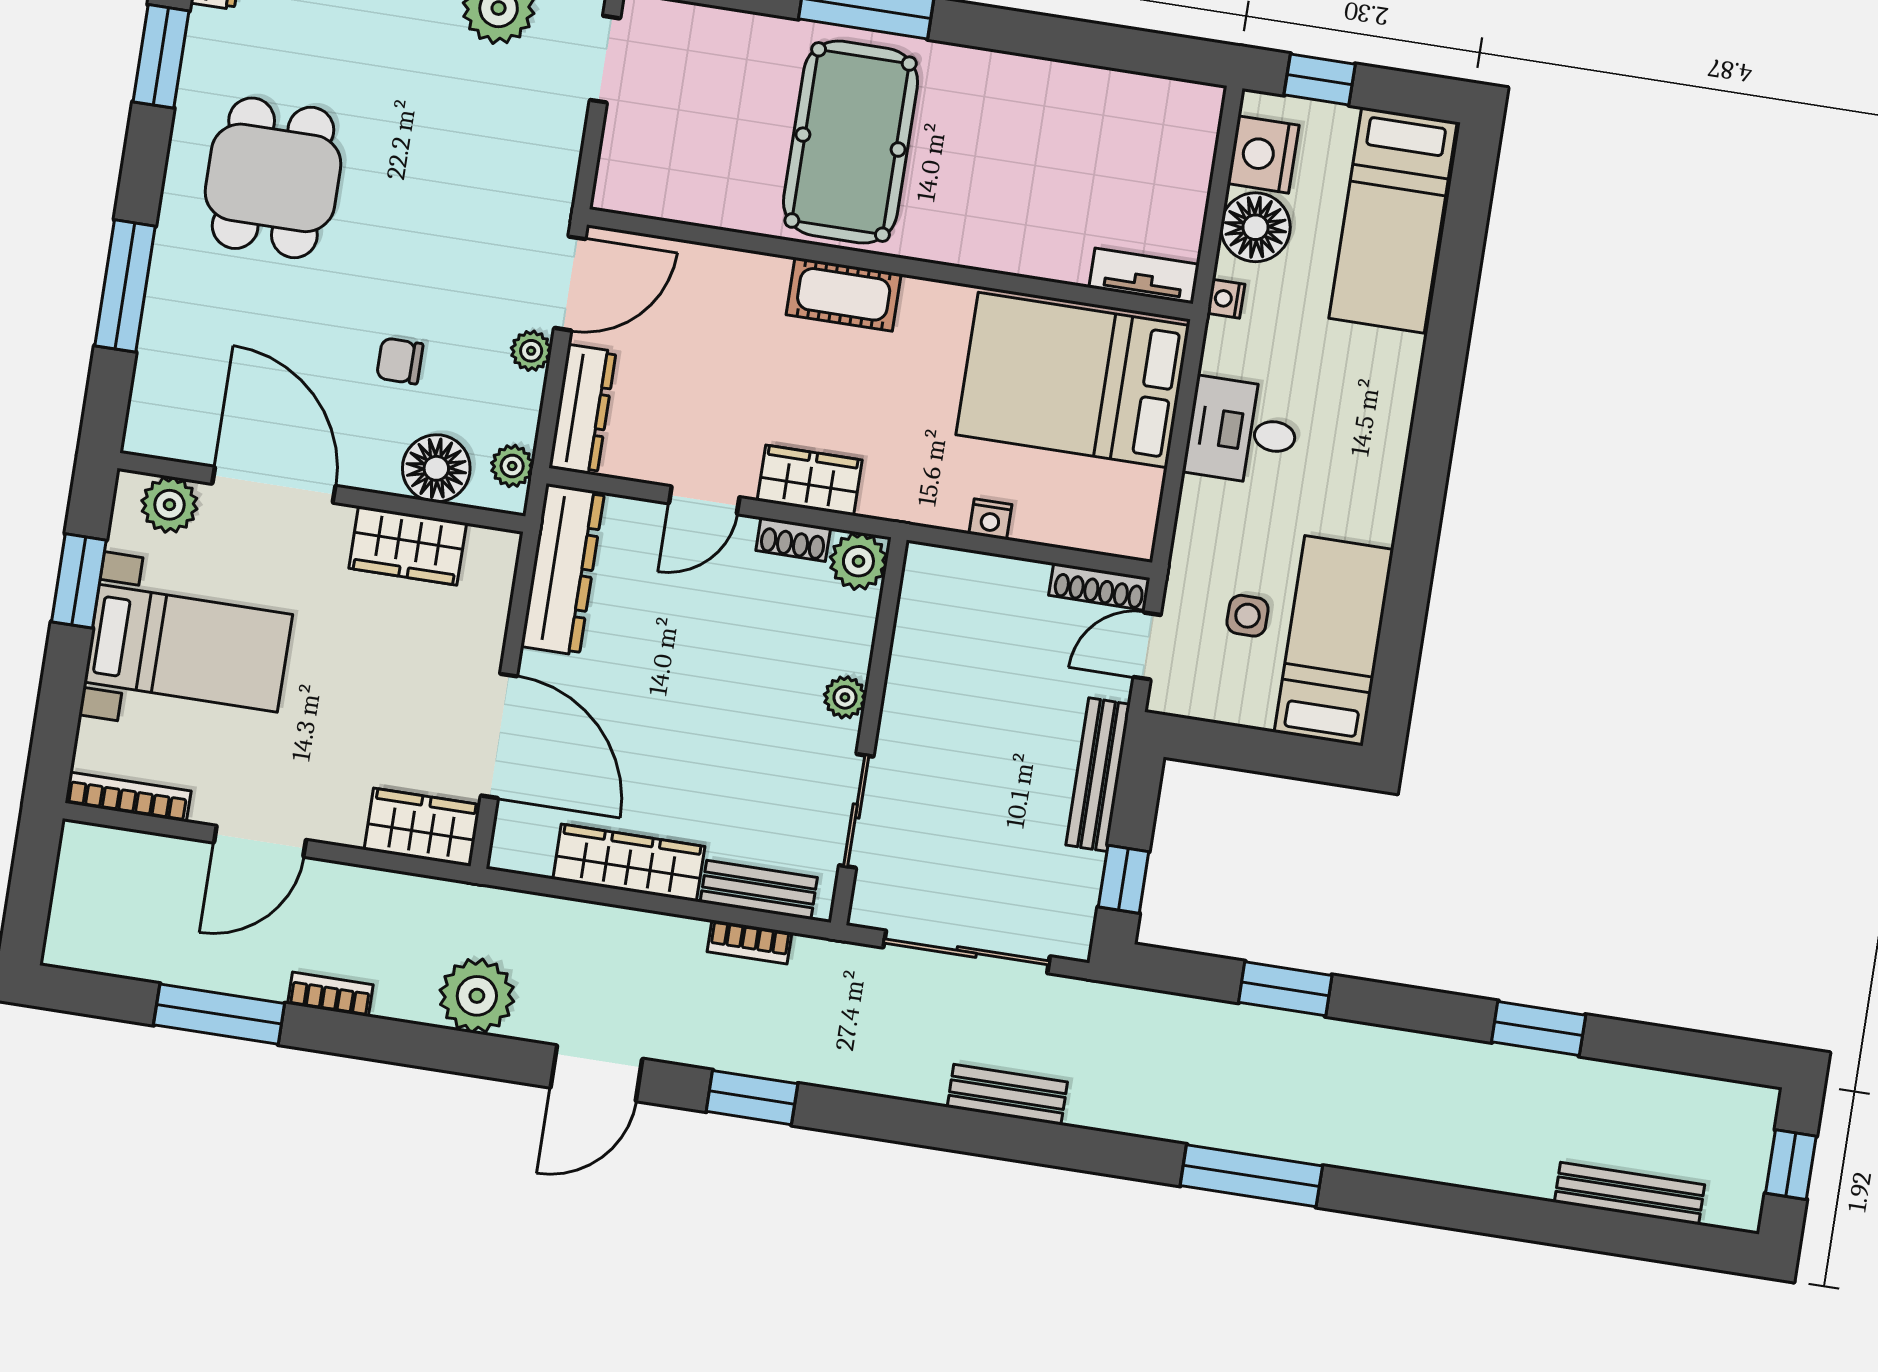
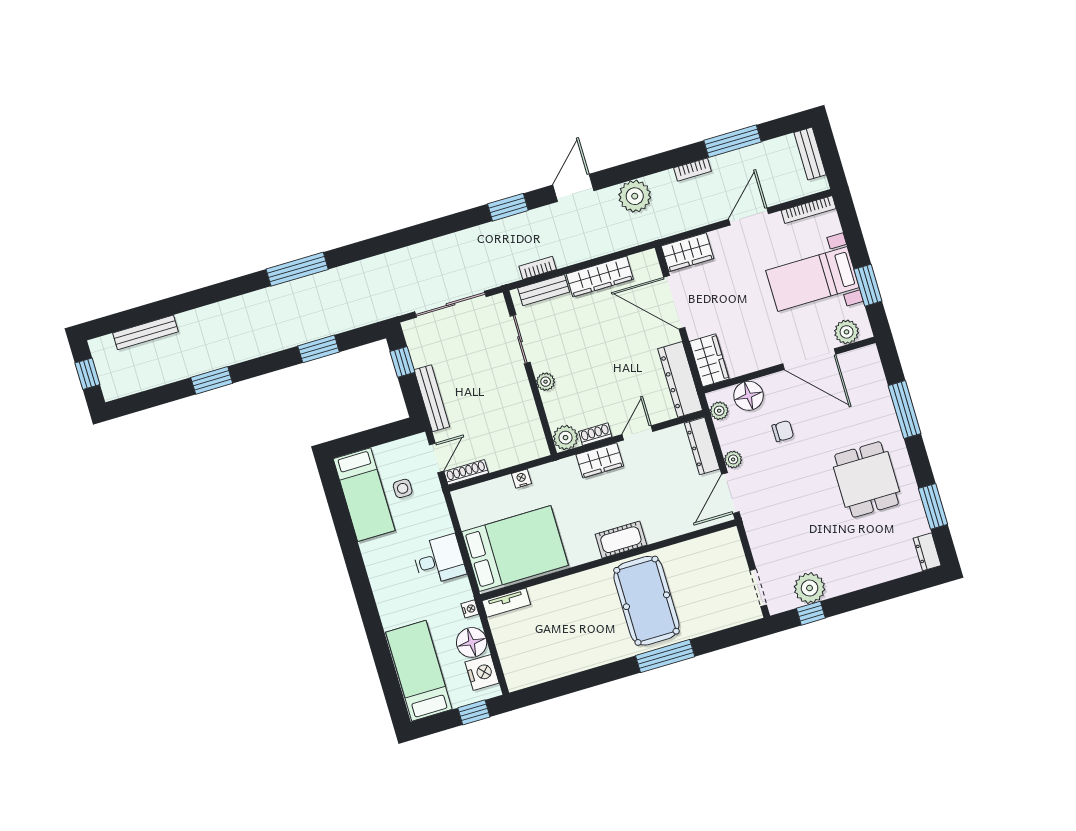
wardrobe: (408, 546) -> (709, 360), moved, turned 90
bench: (1007, 1095) -> (810, 154), moved, turned 90

